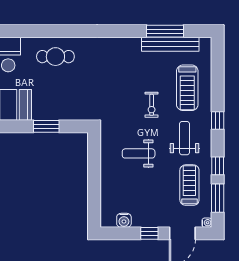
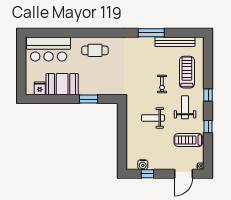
window: (165, 31) -> (151, 33), moved
treadmill: (187, 88) -> (187, 72), turned 180
treadmill: (189, 185) -> (188, 140), turned -90
window: (218, 198) -> (208, 149), removed
window: (149, 233) -> (147, 174), moved

